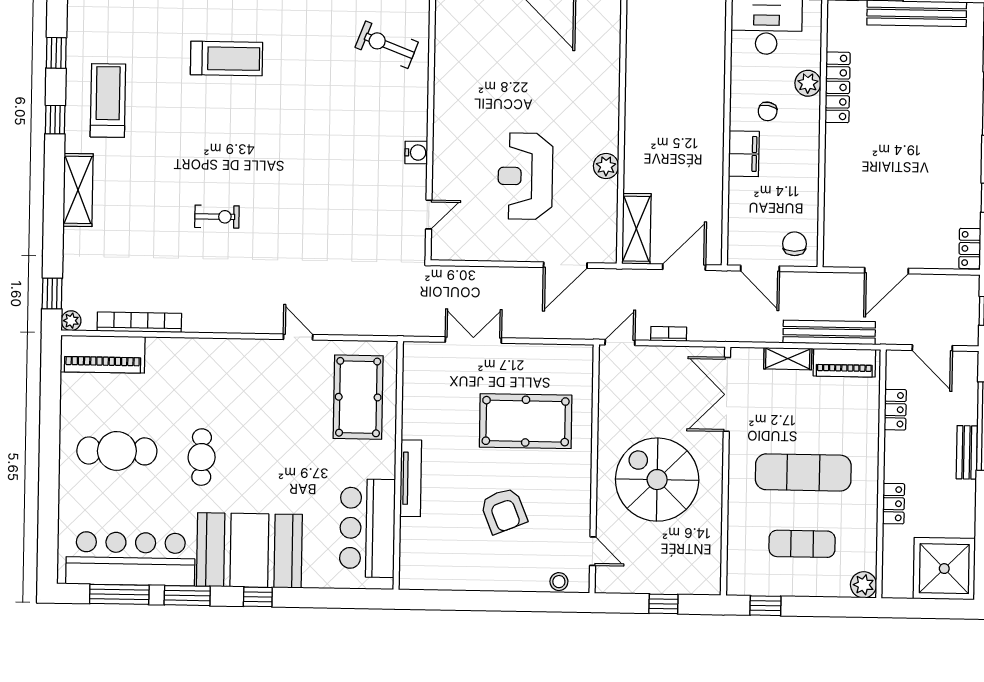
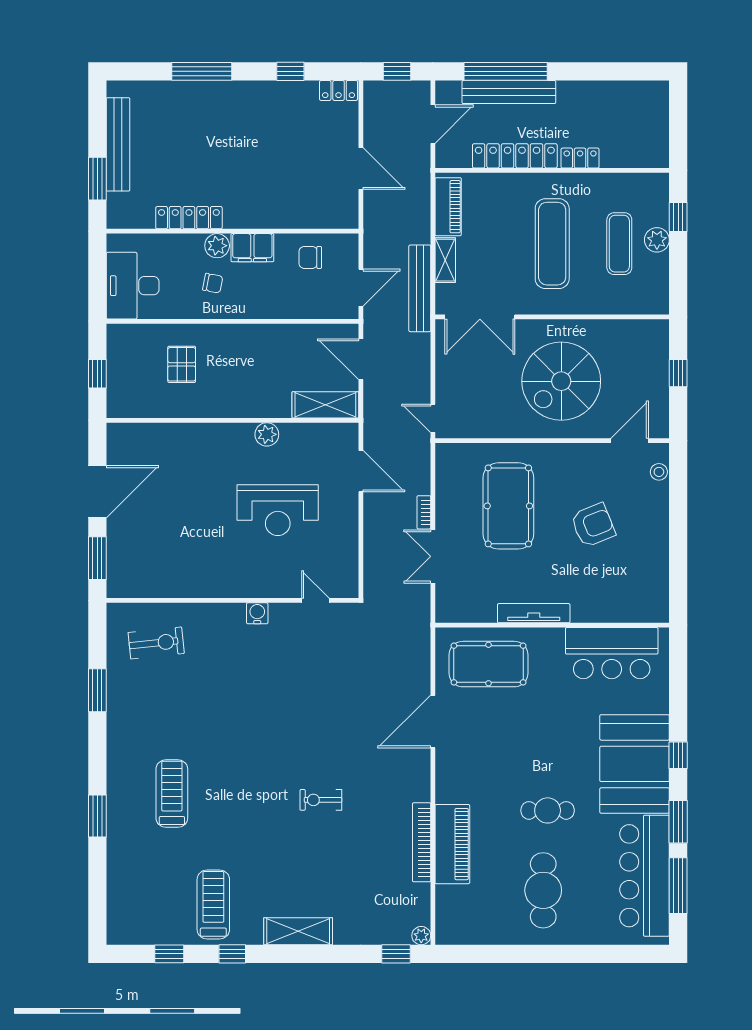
exercise bike: (387, 45) -> (156, 643), turned -117
pallet: (682, 77) -> (182, 364), added
plant: (808, 83) -> (217, 246), moved
treadmill: (108, 100) -> (213, 904), turned 90
filing cabinet: (744, 154) -> (252, 248), moved, turned 180
exercise bike: (217, 217) -> (321, 800), turned -90
chair: (794, 244) -> (310, 257), moved
bookcase: (139, 322) -> (422, 842), moved
bench: (829, 332) -> (420, 288), moved
bookcase: (669, 334) -> (424, 512), moved
door: (298, 337) -> (433, 722), width x1.88
piano: (103, 354) -> (452, 844), moved
locker: (895, 410) -> (515, 156), width x2.16, depth x1.21
bench: (967, 452) -> (509, 92), width x1.86, depth x1.21
tv unit: (411, 478) -> (534, 613), moved
door: (593, 551) -> (630, 441), width x1.38
shower: (944, 569) -> (640, 109), removed
plant: (864, 585) -> (657, 240), moved
window: (765, 606) -> (678, 217), moved

